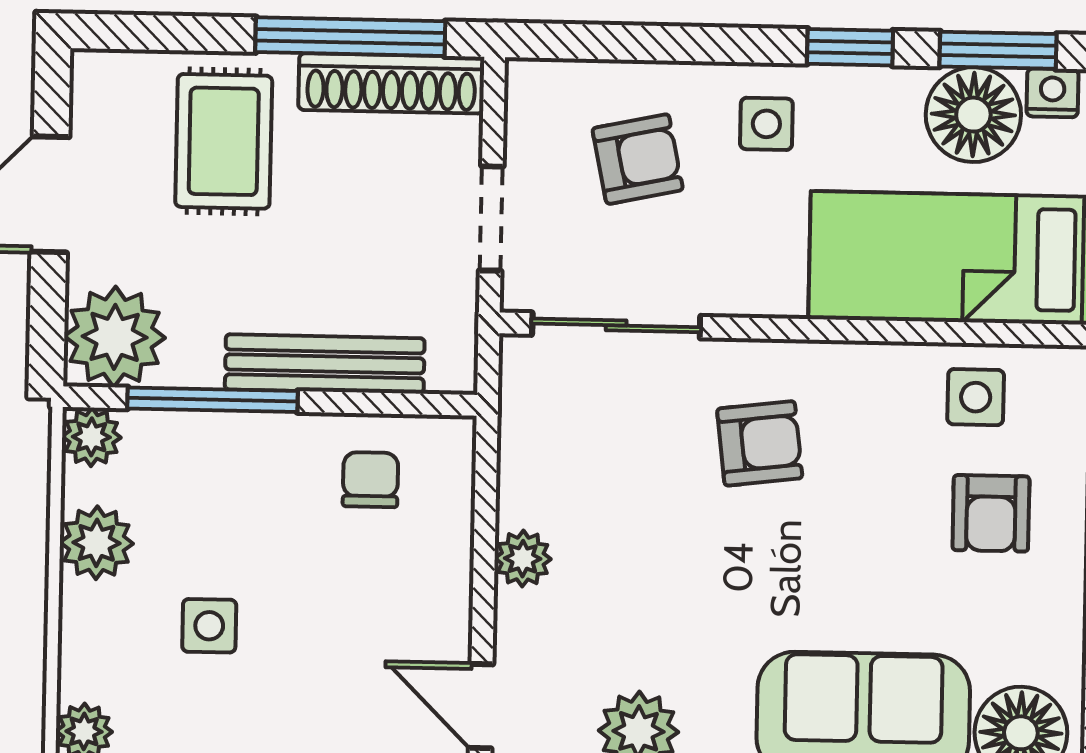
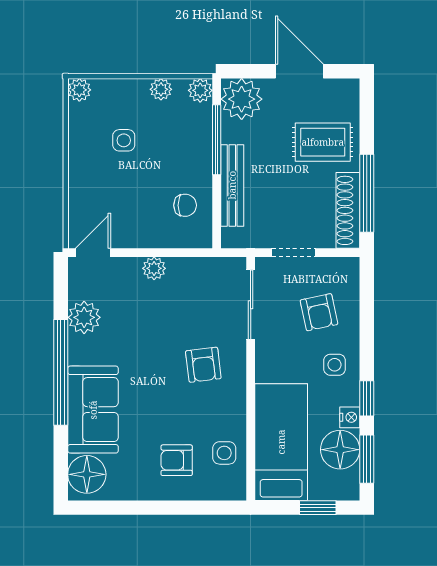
nightstand: (1053, 93) -> (350, 417), moved
plant: (97, 543) -> (161, 89), width x0.73, depth x0.73

